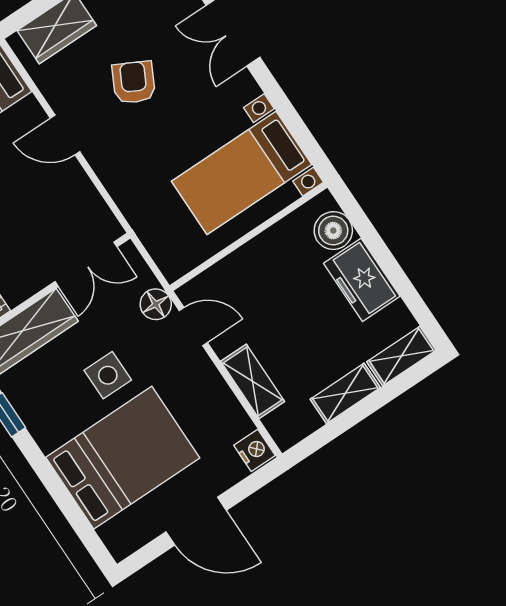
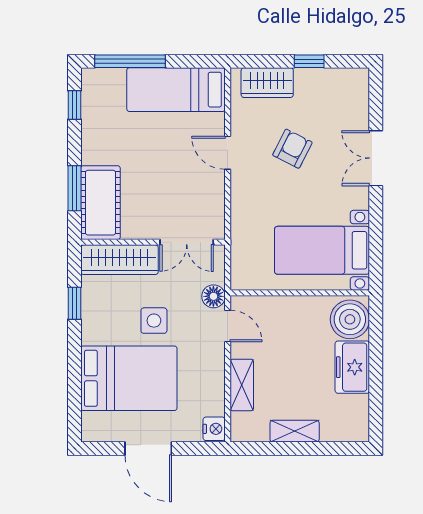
boiler: (333, 231) -> (350, 319), width x1.37, depth x1.37
shelving: (401, 356) -> (345, 431), removed

